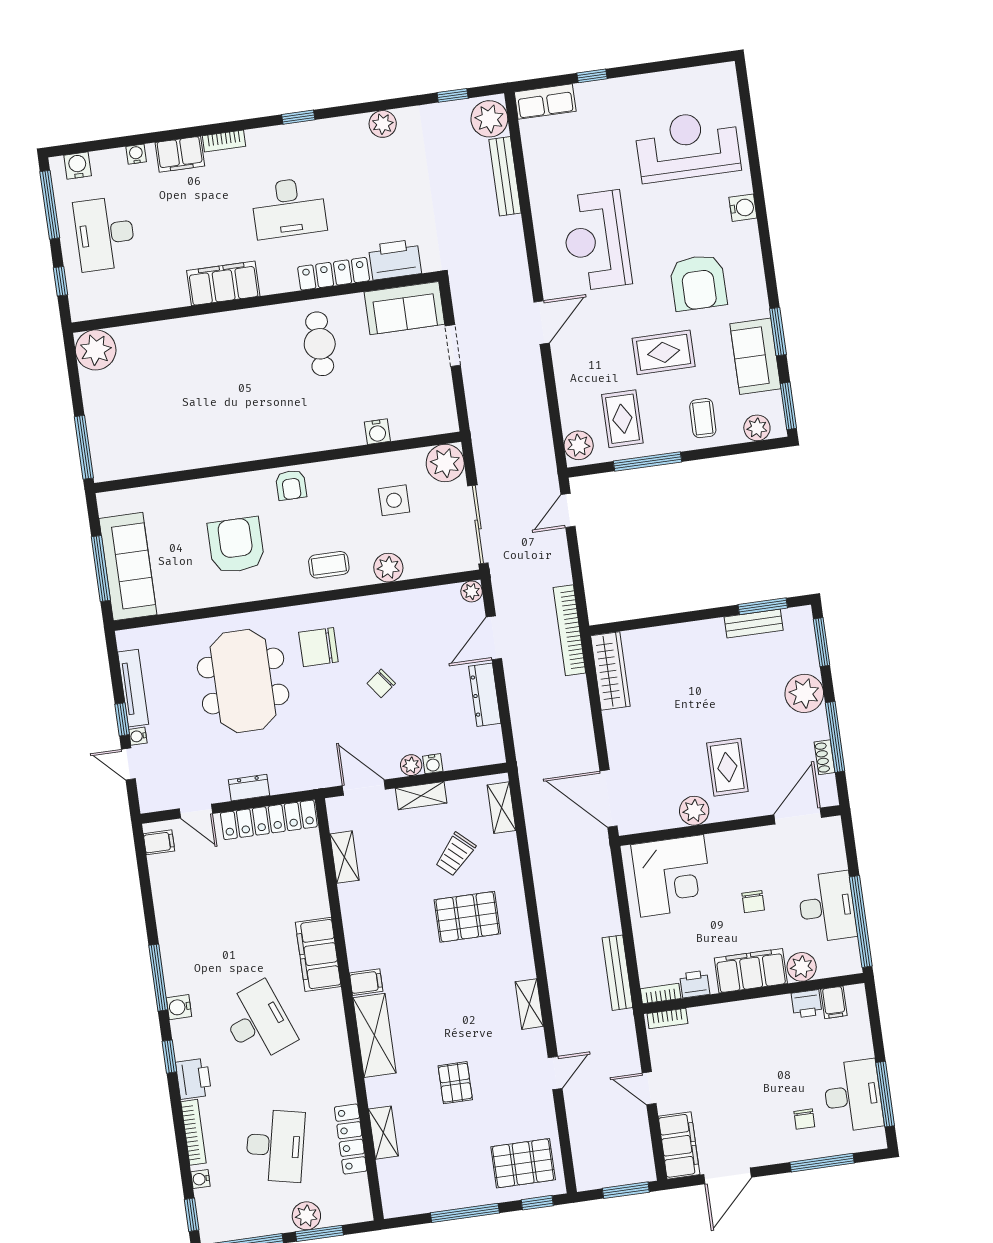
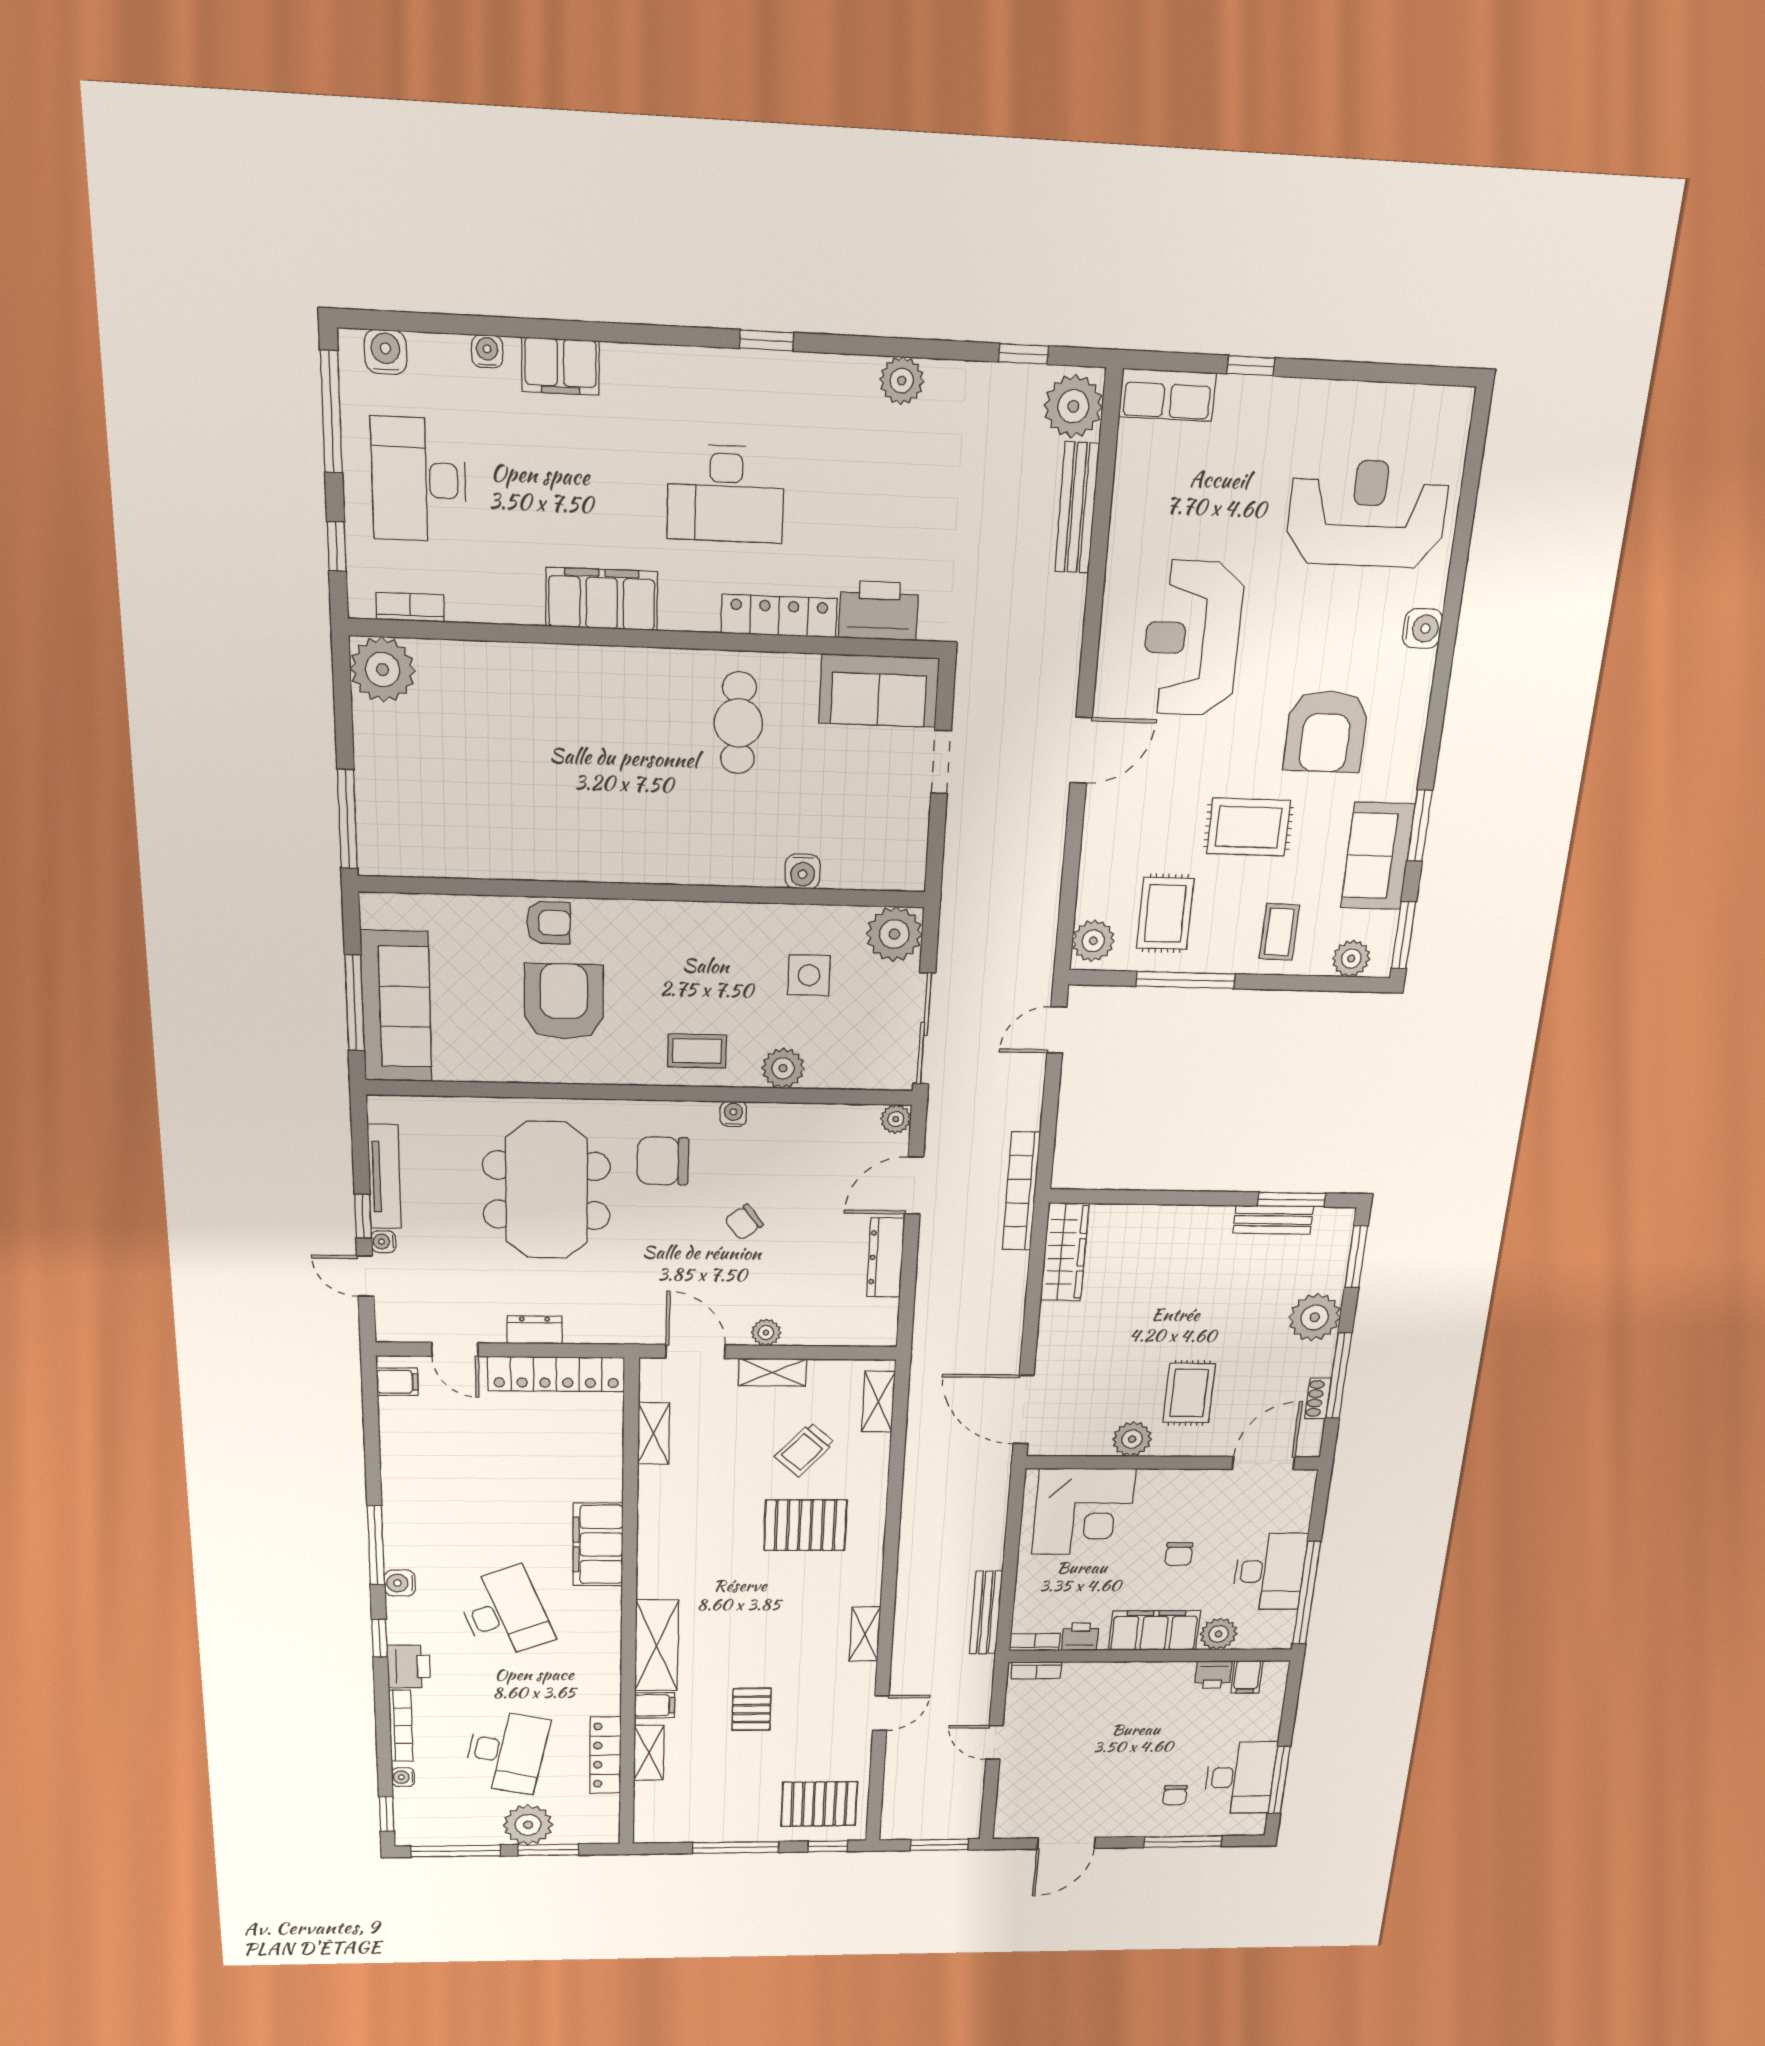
bookcase: (224, 141) -> (410, 607), moved, turned 180
armchair: (291, 485) -> (548, 923), moved, turned -90
water cooler: (433, 764) -> (733, 1114), moved, turned 180
filing cabinet: (366, 982) -> (655, 1705), moved
filing cabinet: (679, 1145) -> (1016, 1806), removed
plant: (306, 1216) -> (528, 1825), width x1.36, depth x1.36

